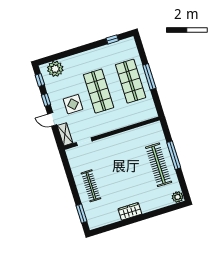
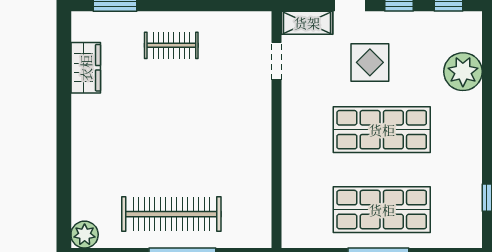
plant: (55, 69) -> (463, 72), moved
clothes rail: (91, 186) -> (171, 45), width x0.73
wardrobe: (130, 211) -> (86, 68), moved

